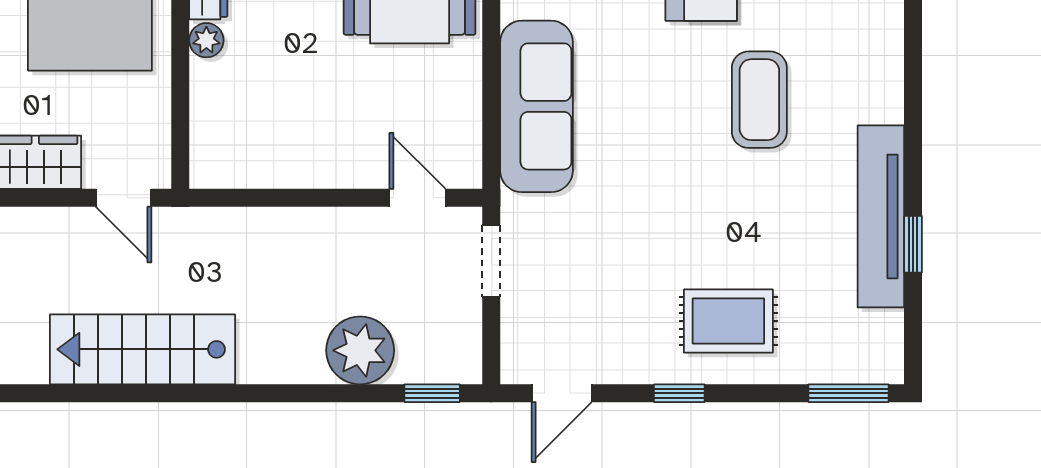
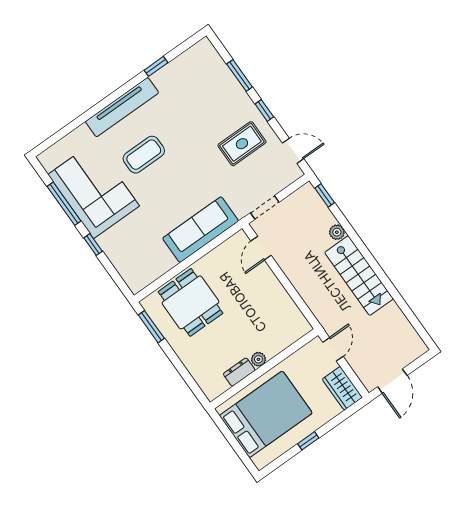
tv unit: (881, 216) -> (122, 107), moved
rug: (728, 321) -> (242, 144), moved, turned 90
stairs: (142, 349) -> (359, 276), moved
plant: (360, 350) -> (337, 232), width x0.53, depth x0.53
window: (848, 393) -> (240, 76), moved

